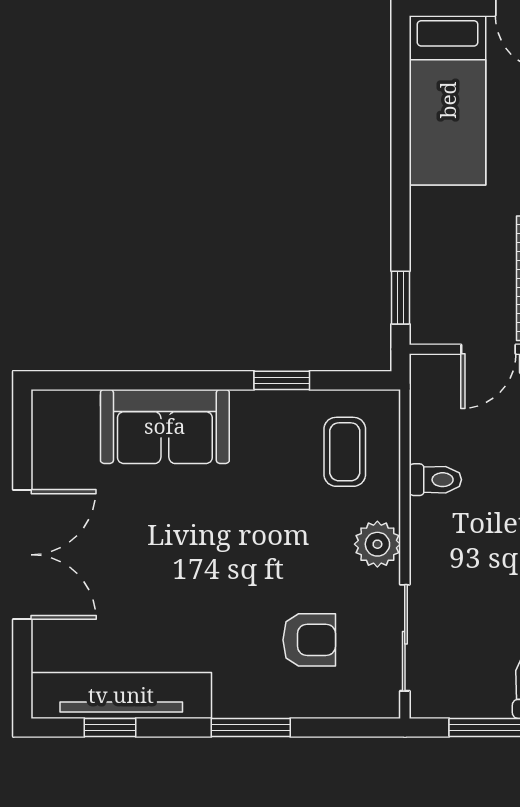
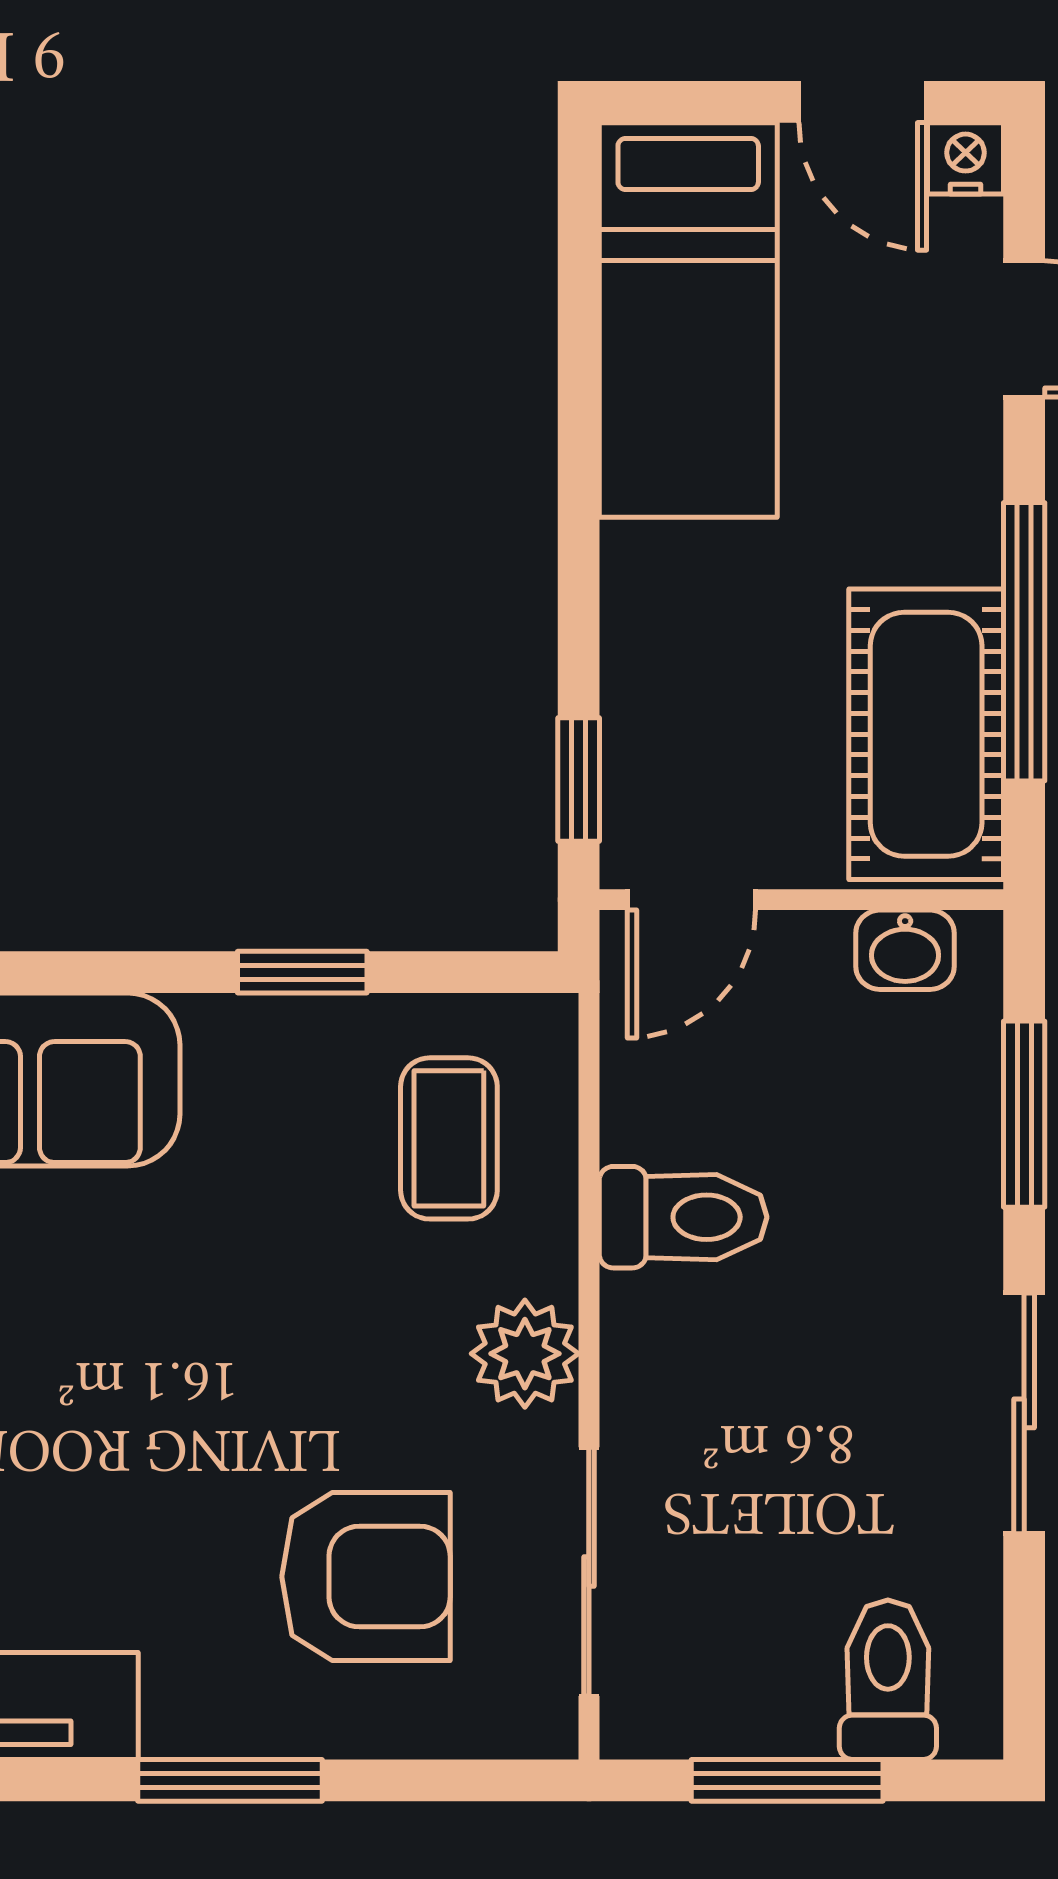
door: (488, 349) -> (691, 900), moved
toilet: (435, 480) -> (683, 1217), width x1.37, depth x1.39
armchair: (309, 640) -> (366, 1577), width x1.38, depth x1.38

